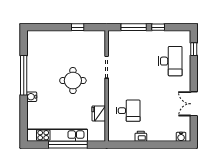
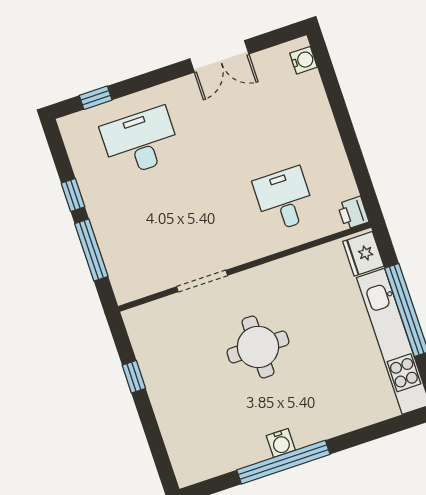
water cooler: (32, 97) -> (281, 443), moved
fridge: (99, 113) -> (363, 254), moved, turned 90
printer: (141, 136) -> (353, 213), moved

